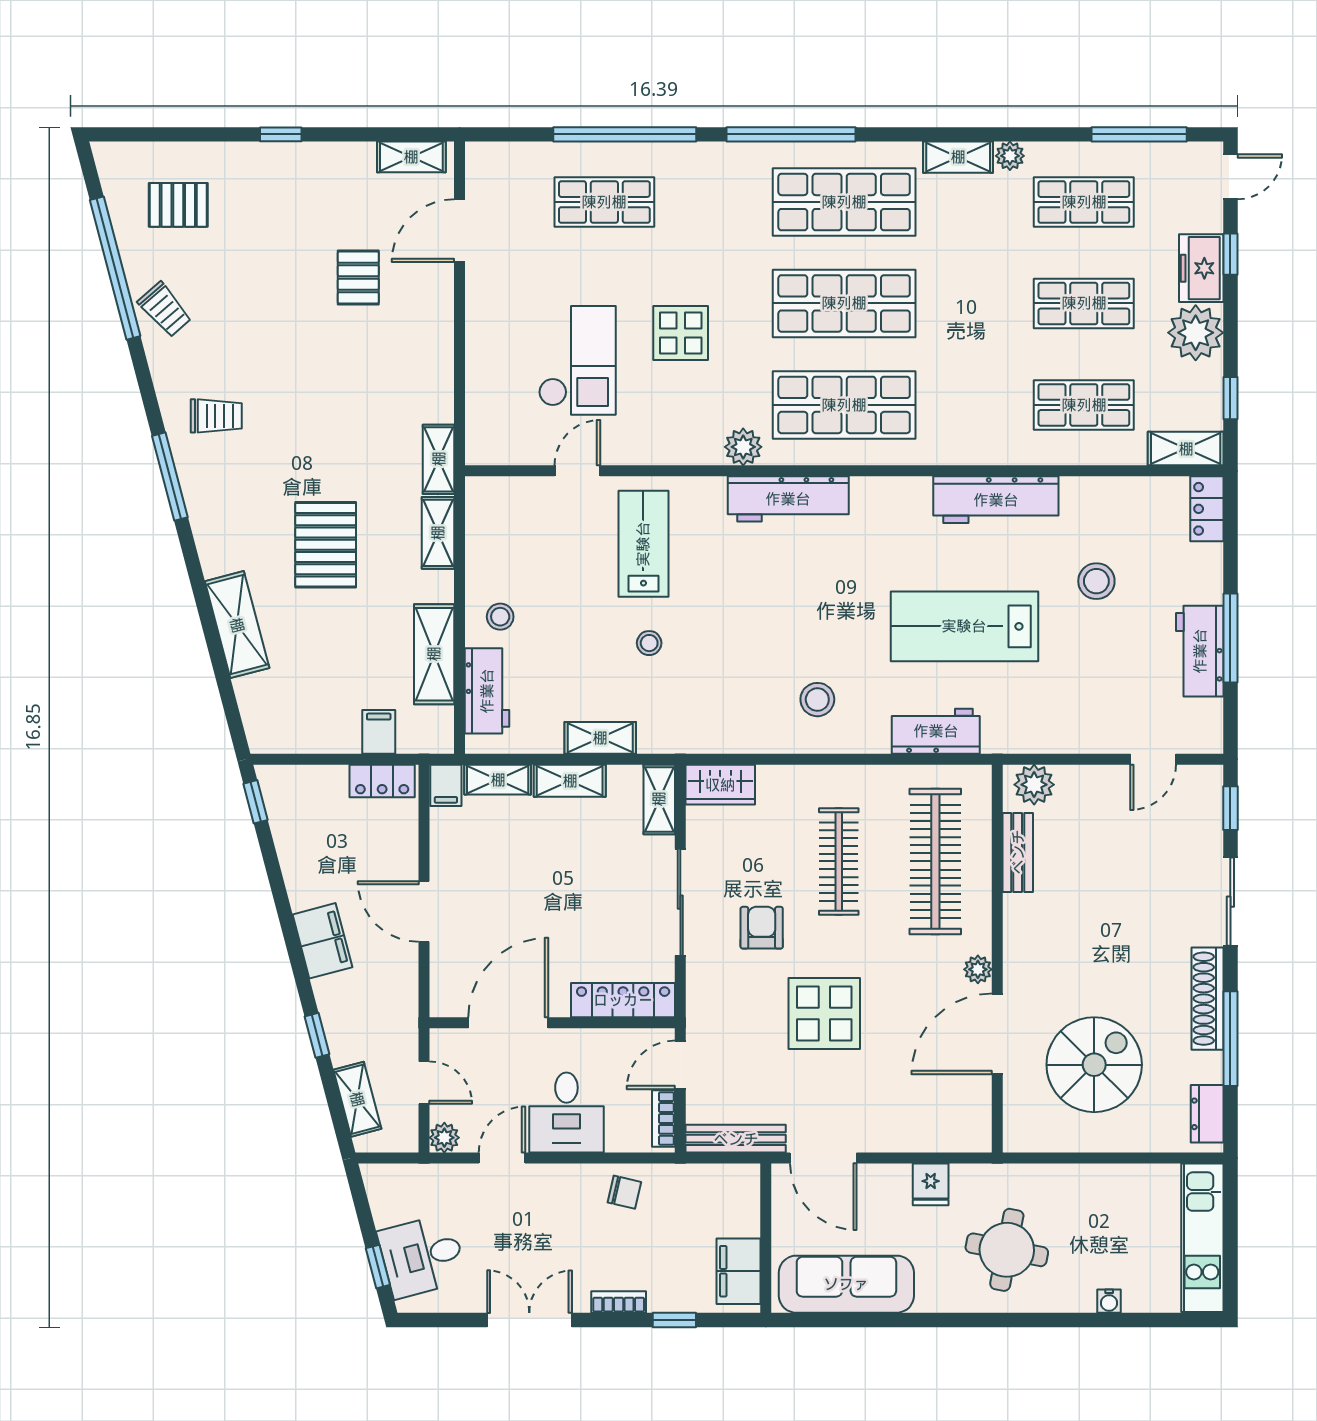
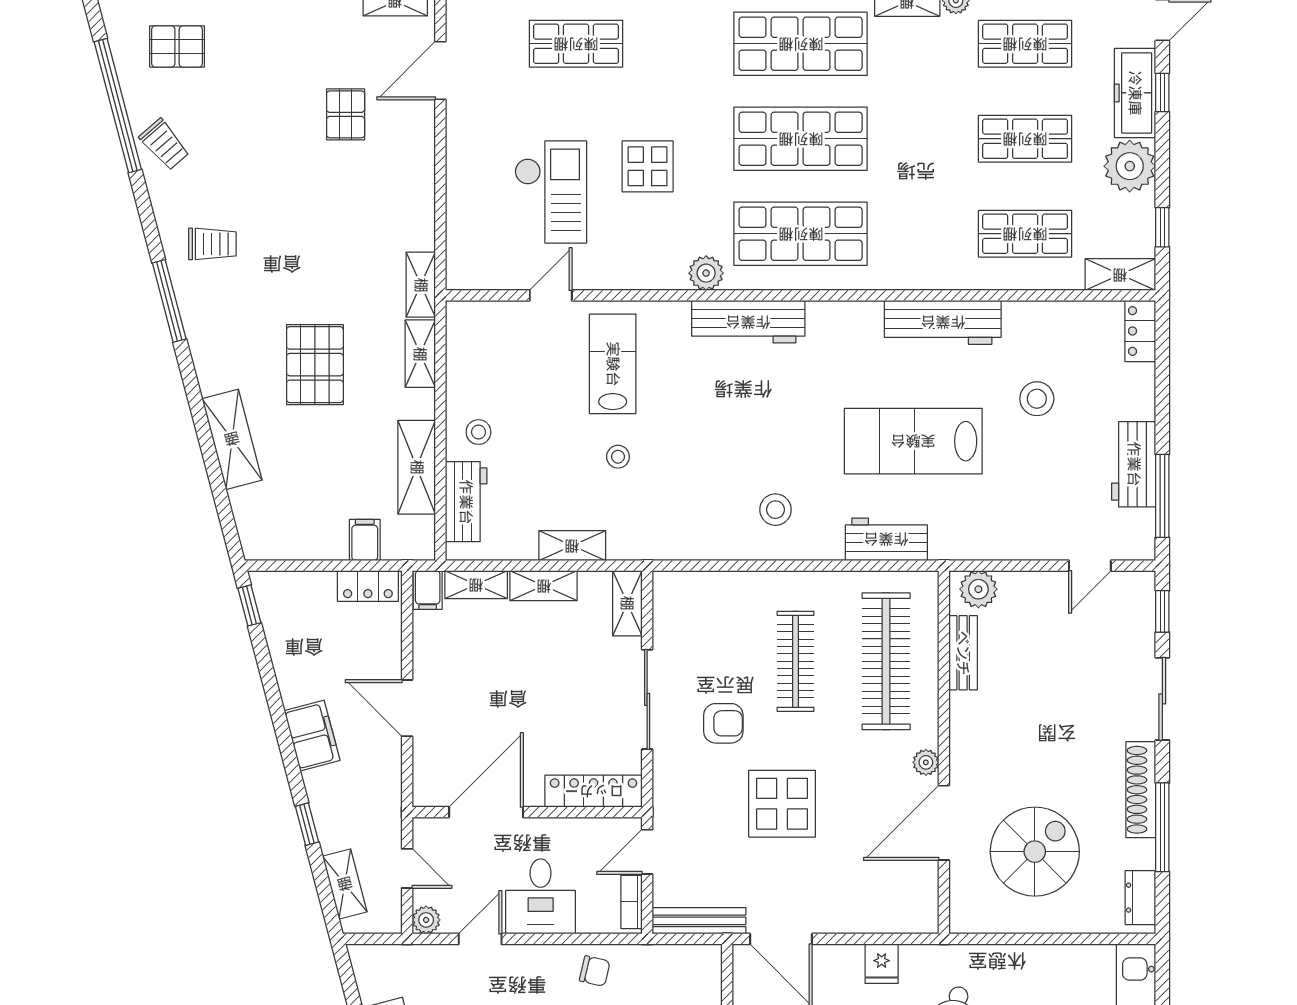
freezer: (1201, 268) -> (1135, 93), width x1.40
window: (1230, 638) -> (1162, 496), moved
wardrobe: (720, 785) -> (685, 589), removed
armchair: (762, 928) -> (723, 723), turned 90

